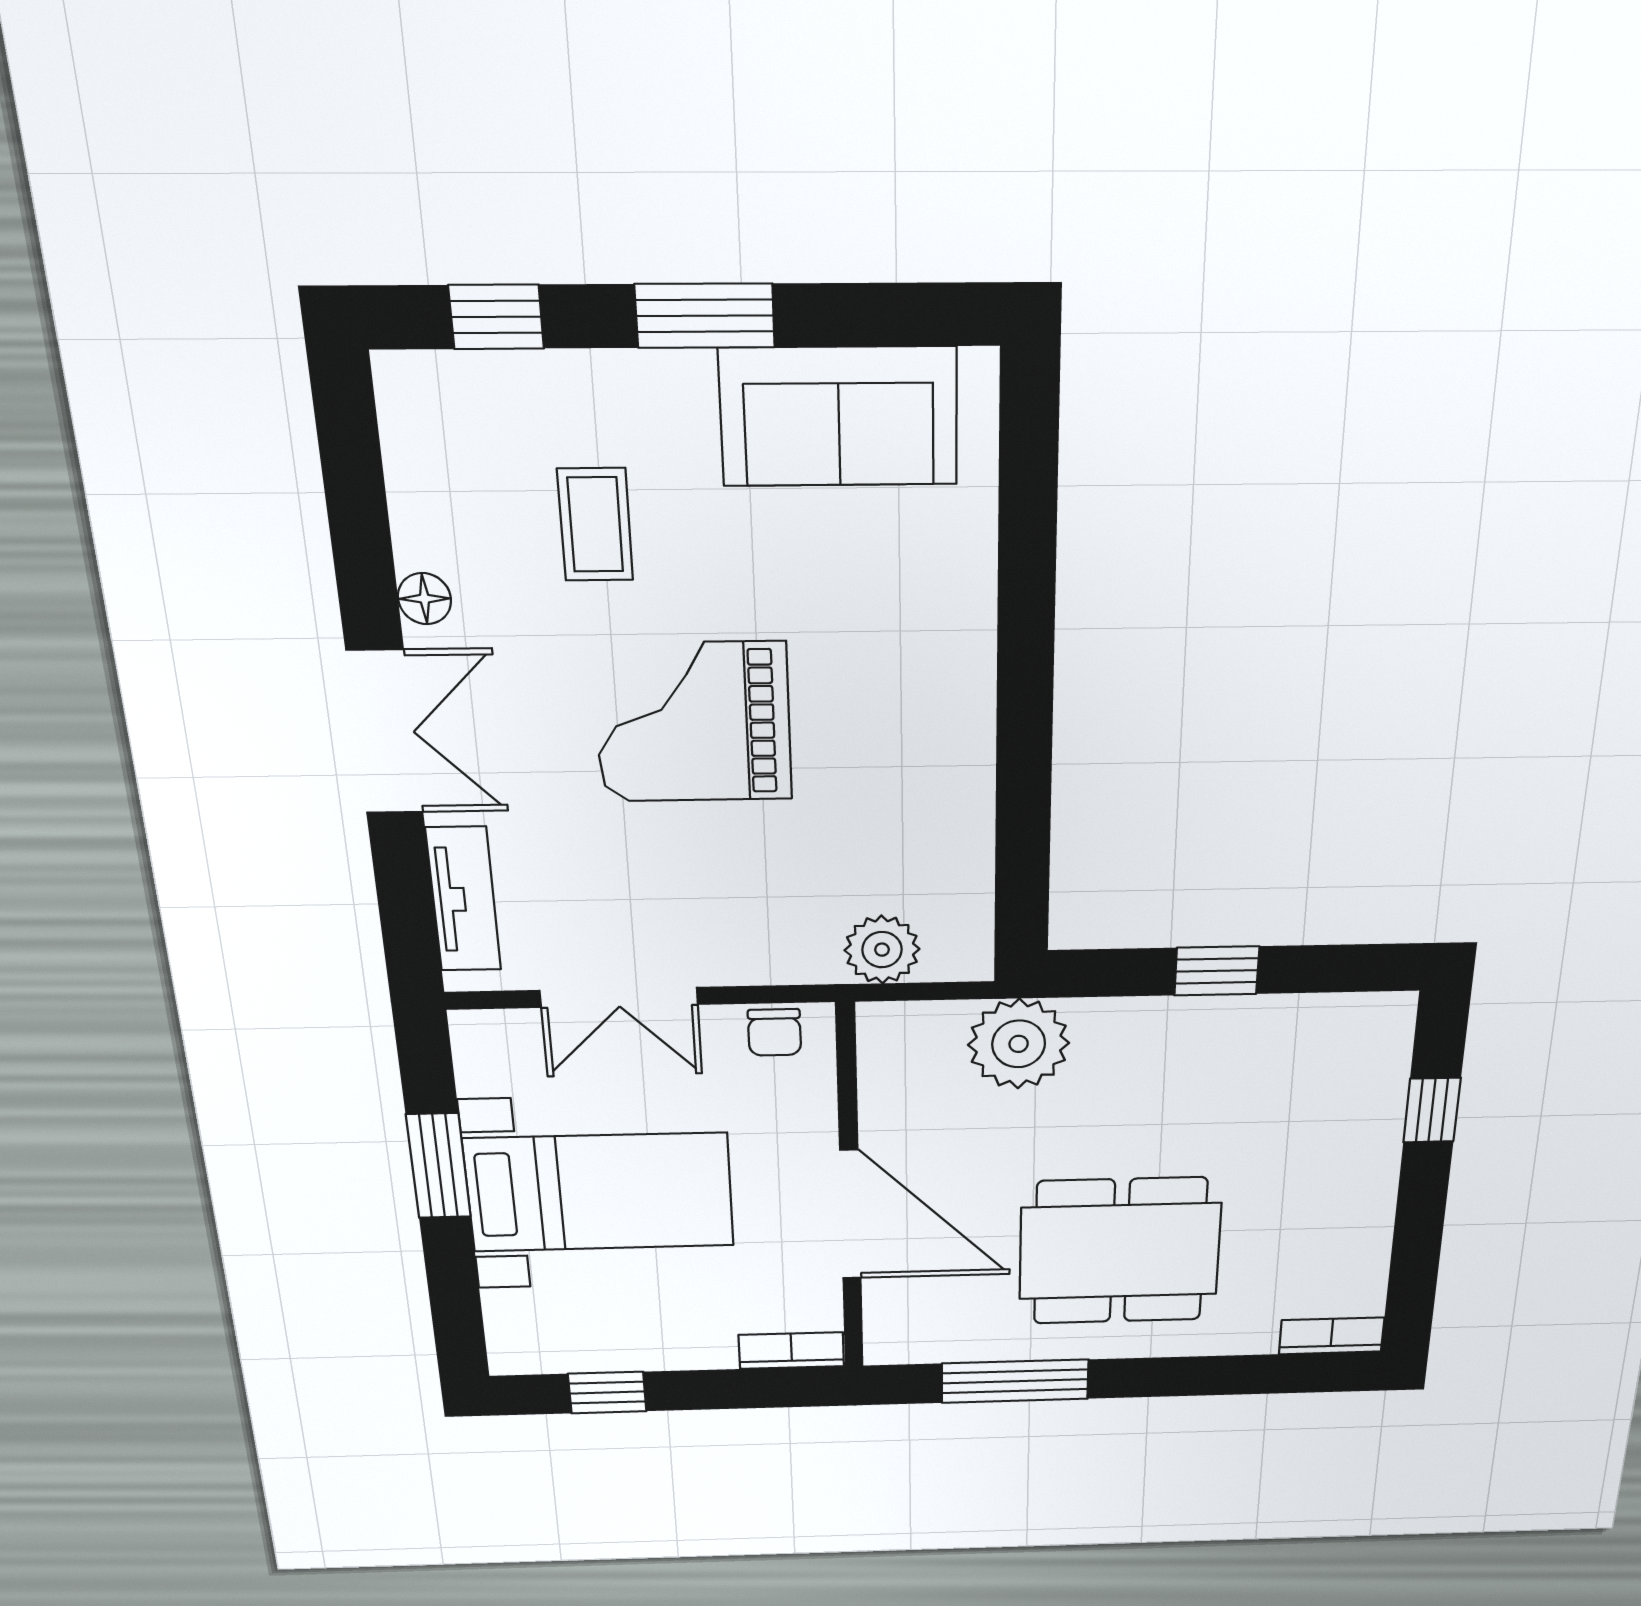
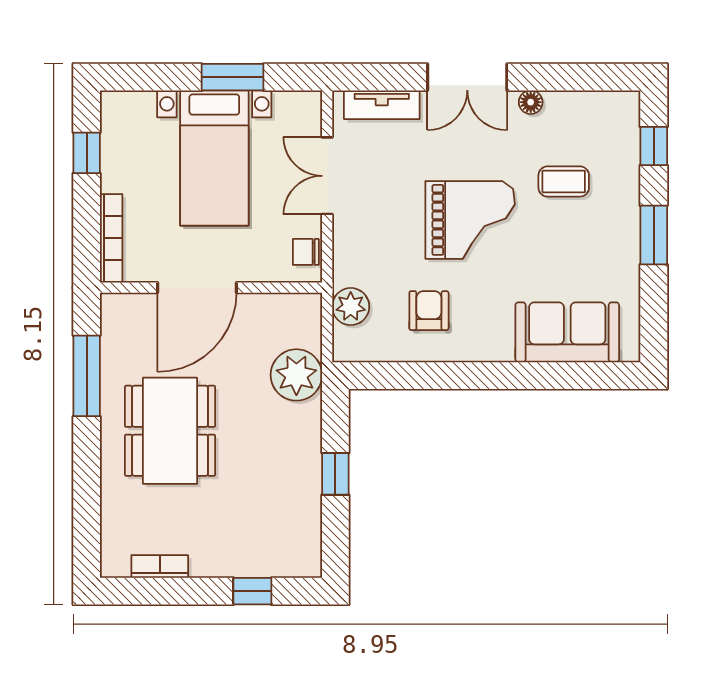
sofa: (839, 417) -> (567, 332), moved, turned 90
grand piano: (693, 722) -> (470, 220), turned 90
armchair: (888, 801) -> (429, 311), added
bookcase: (1332, 1336) -> (160, 566), moved, turned -90
bookcase: (791, 1351) -> (111, 238), width x1.56

